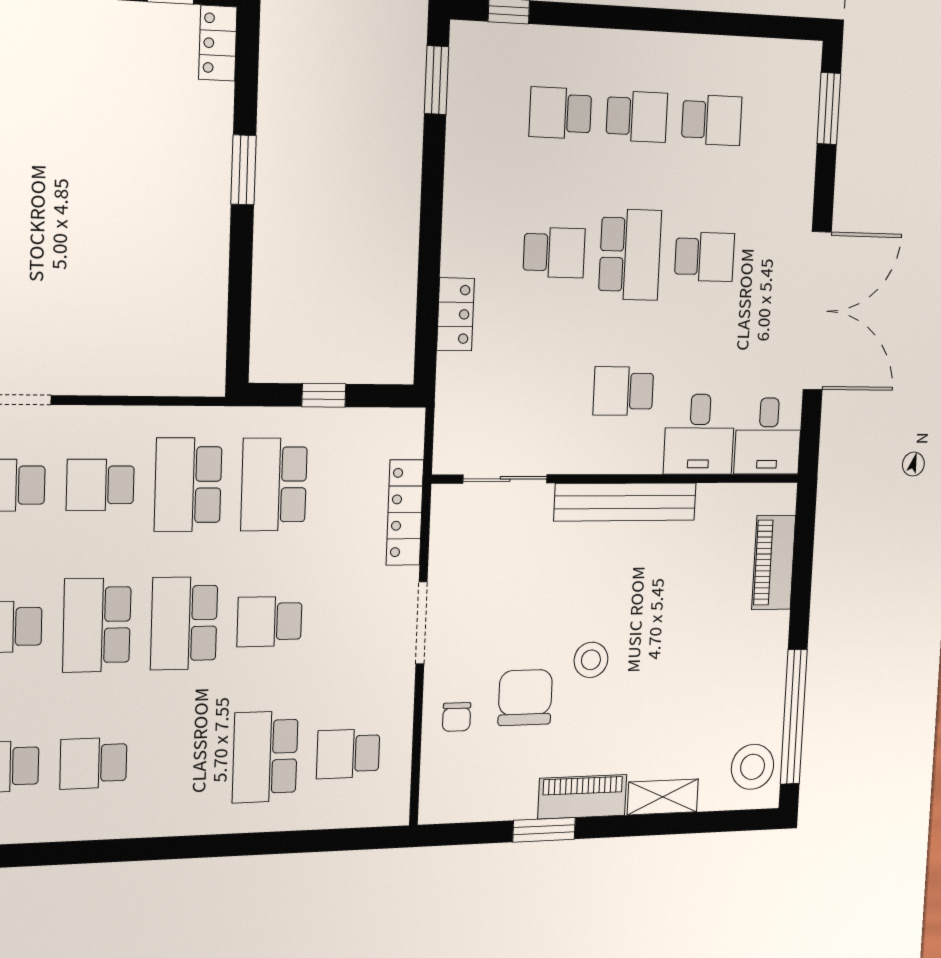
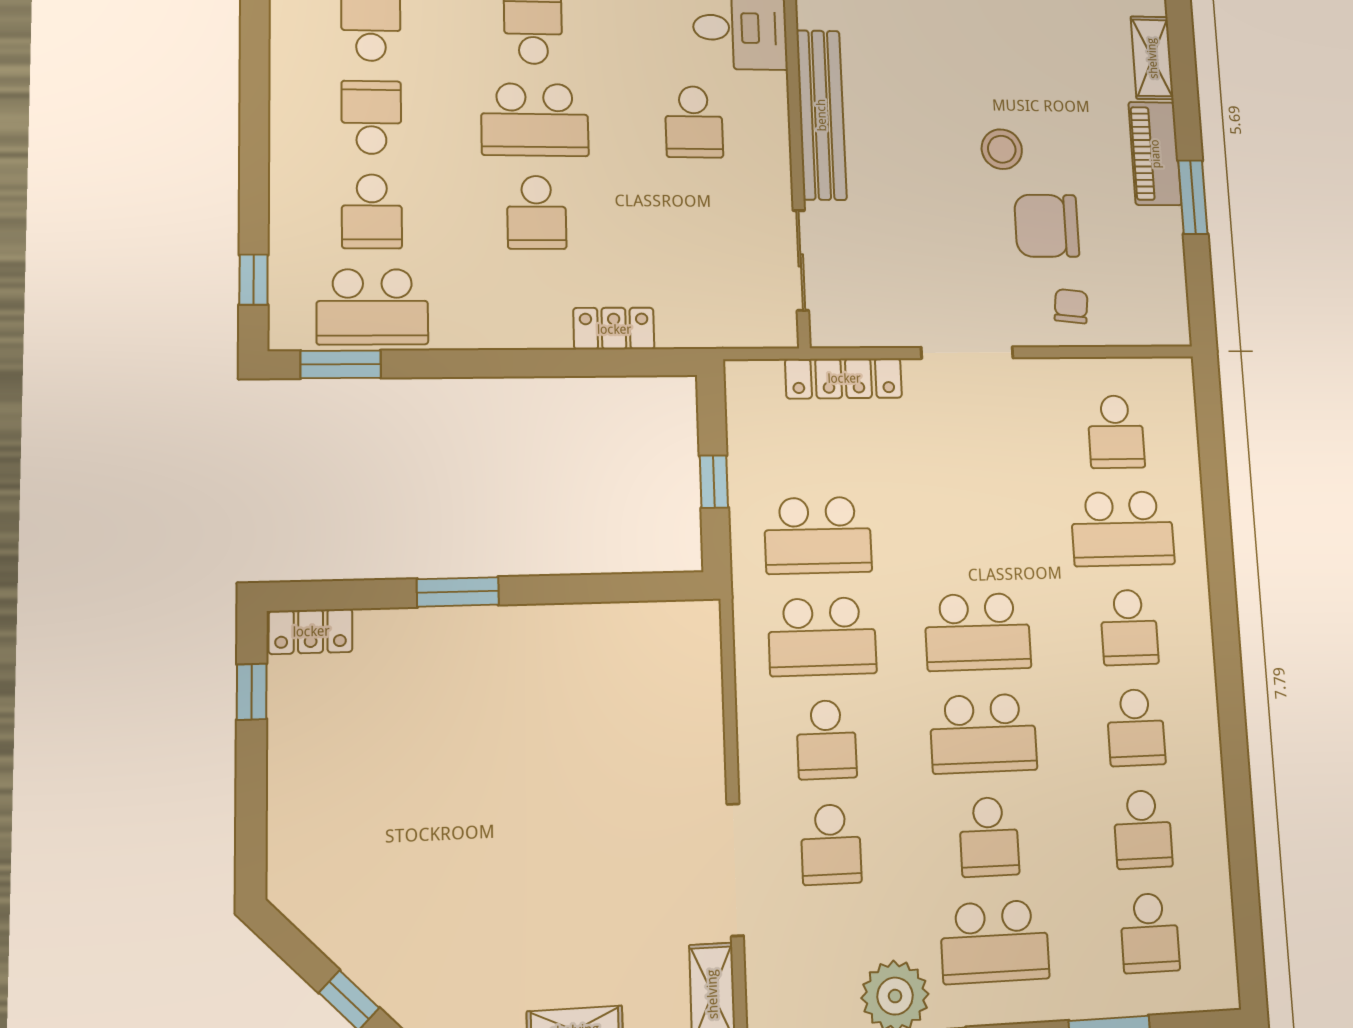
school desk: (482, 109) -> (372, 307), added
school desk: (554, 253) -> (537, 212), turned 180
school desk: (630, 255) -> (535, 120), turned 180
school desk: (270, 622) -> (1129, 627), moved
chair: (457, 717) -> (1071, 306), turned -84

